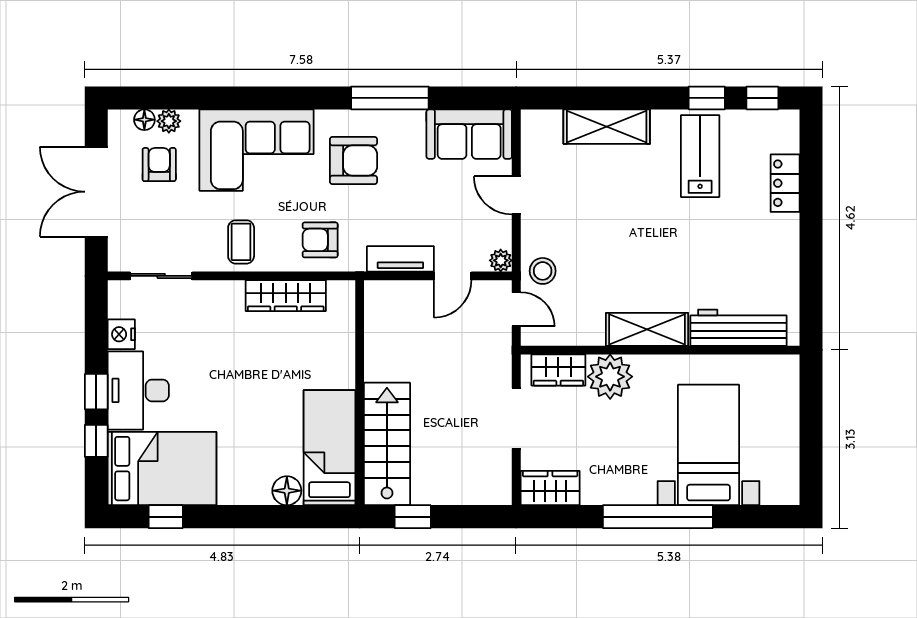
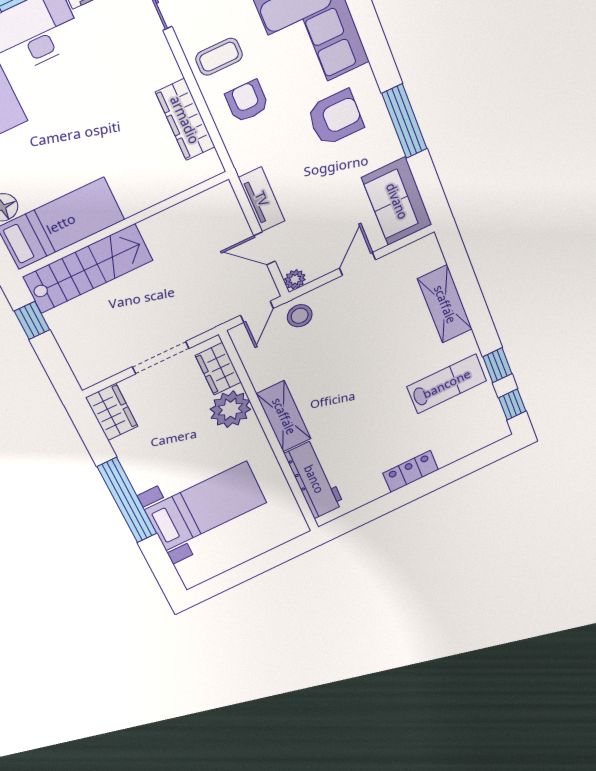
armchair: (354, 160) -> (335, 118), turned -90
locker: (785, 183) -> (411, 471), moved
armchair: (320, 240) -> (247, 101), moved

